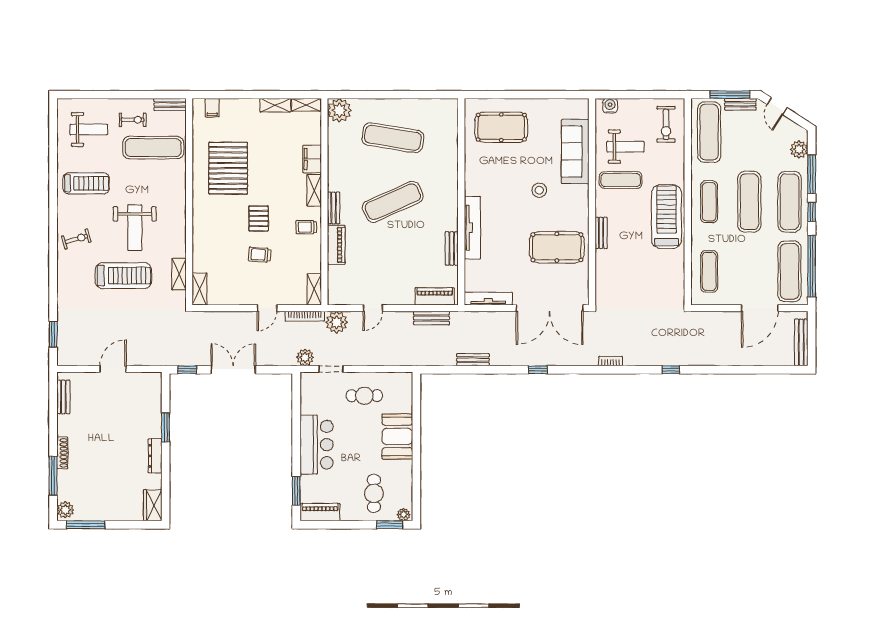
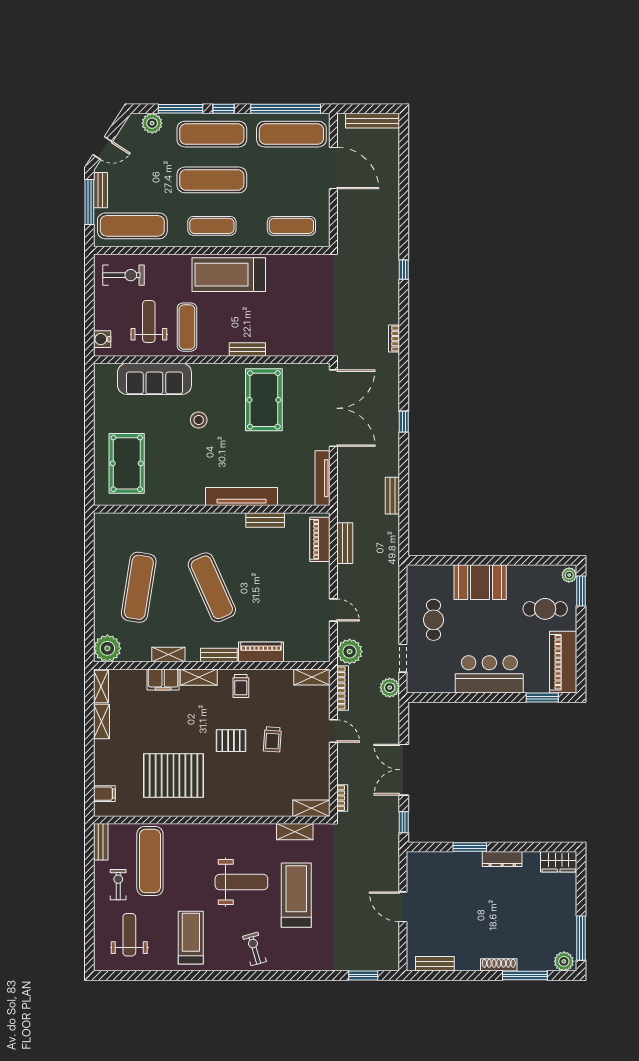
shelving: (334, 164) -> (168, 655), added
bookcase: (208, 316) -> (342, 798), added
piano: (320, 512) -> (563, 662), width x1.37, depth x1.33

